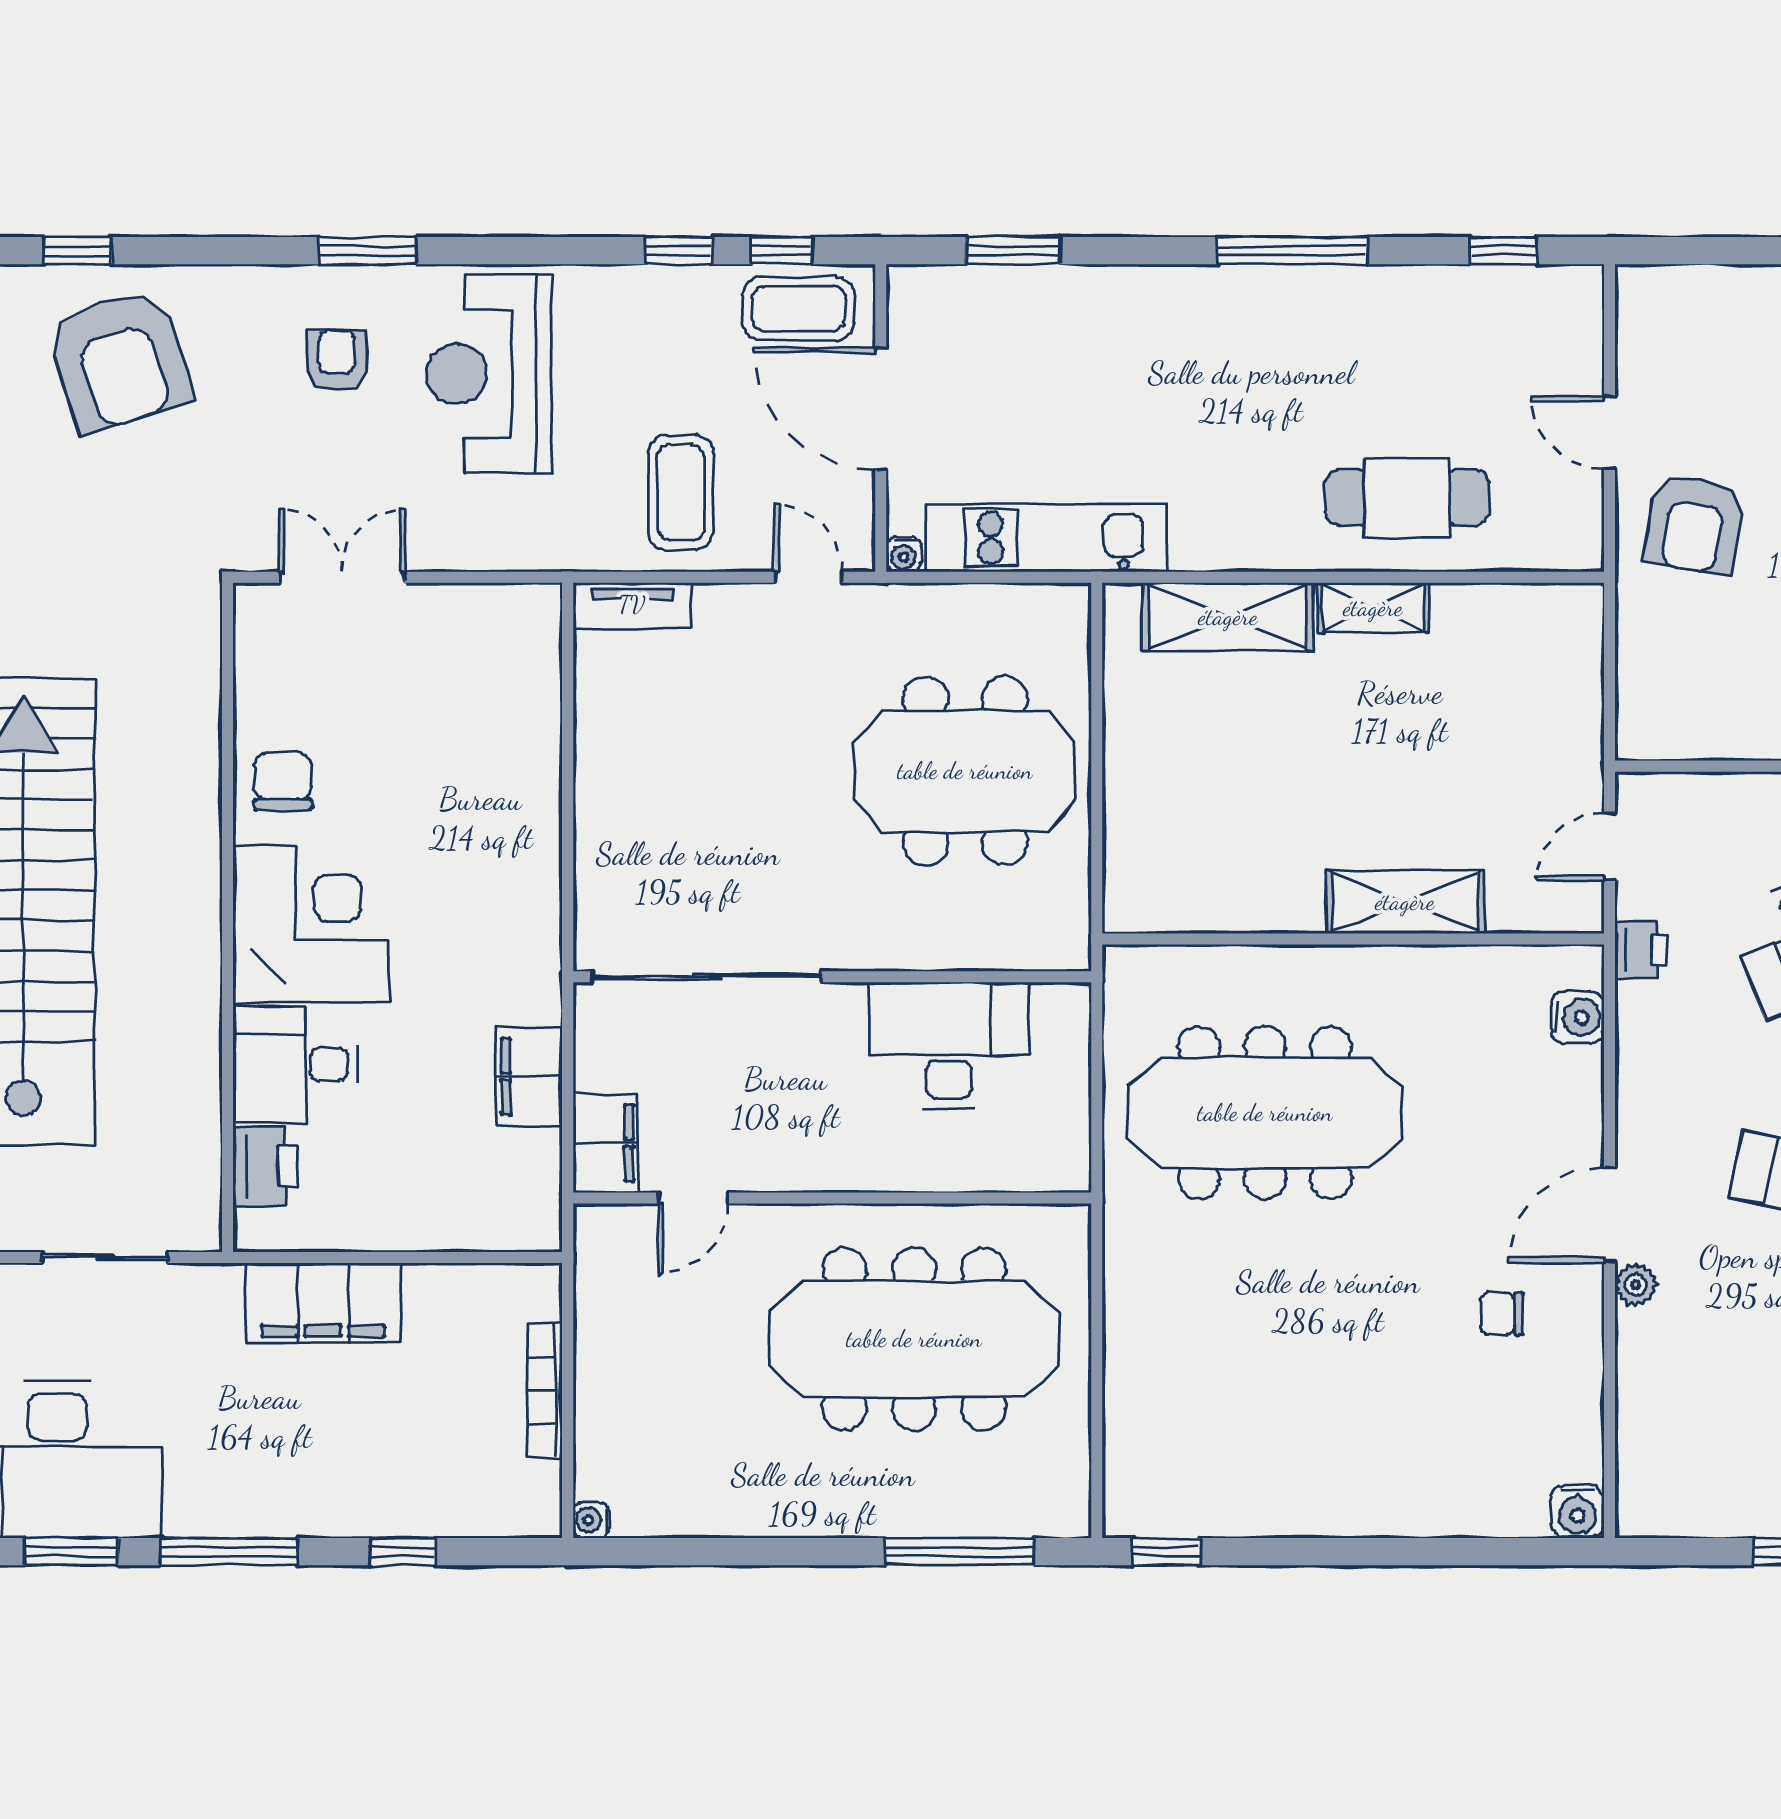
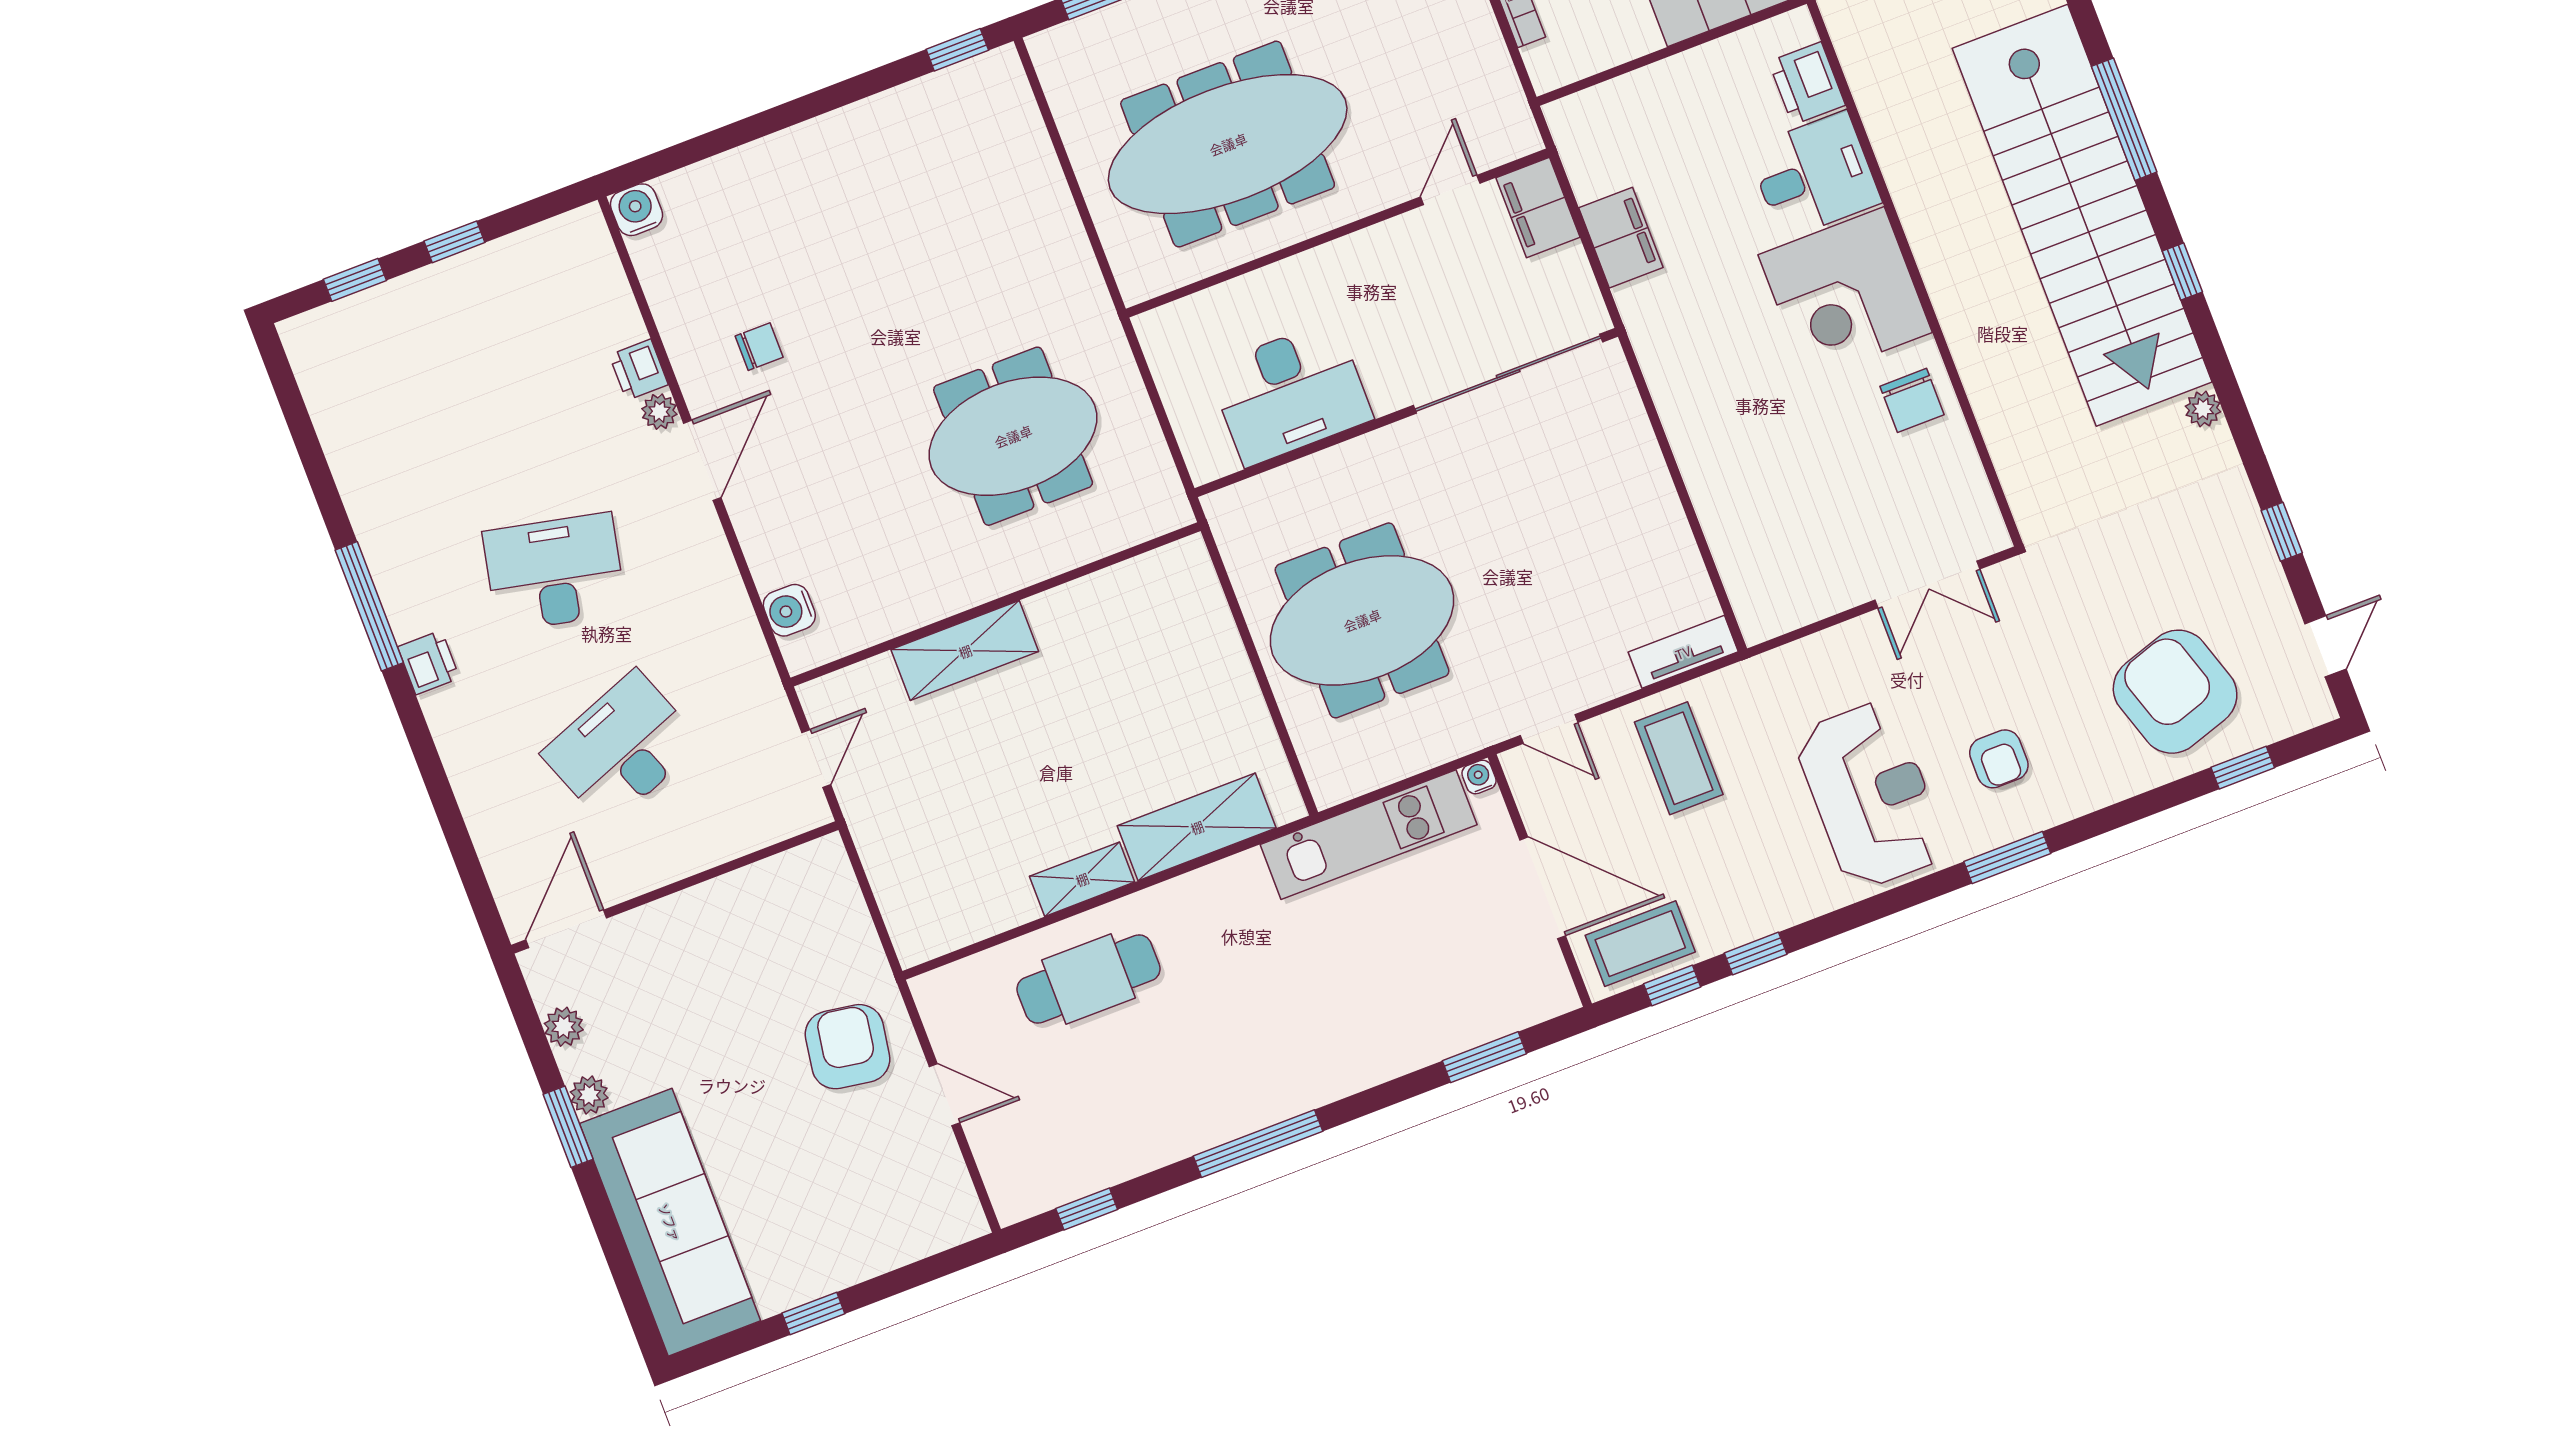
printer: (1641, 950) -> (639, 370), moved
meeting table: (1265, 1113) -> (1013, 436), width x0.73

